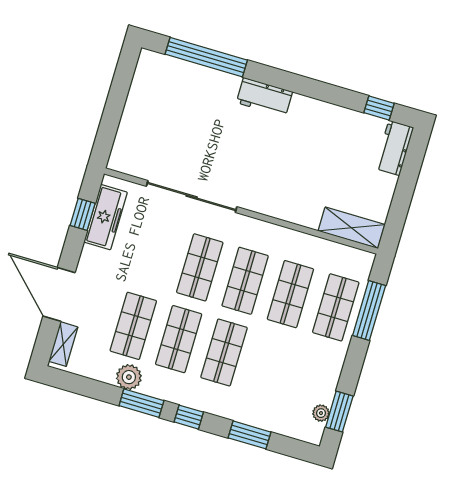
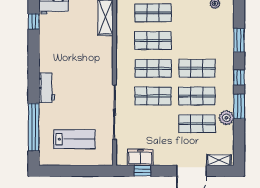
lab bench: (167, 118) -> (74, 139), added
freezer: (106, 217) -> (140, 157), width x0.71

